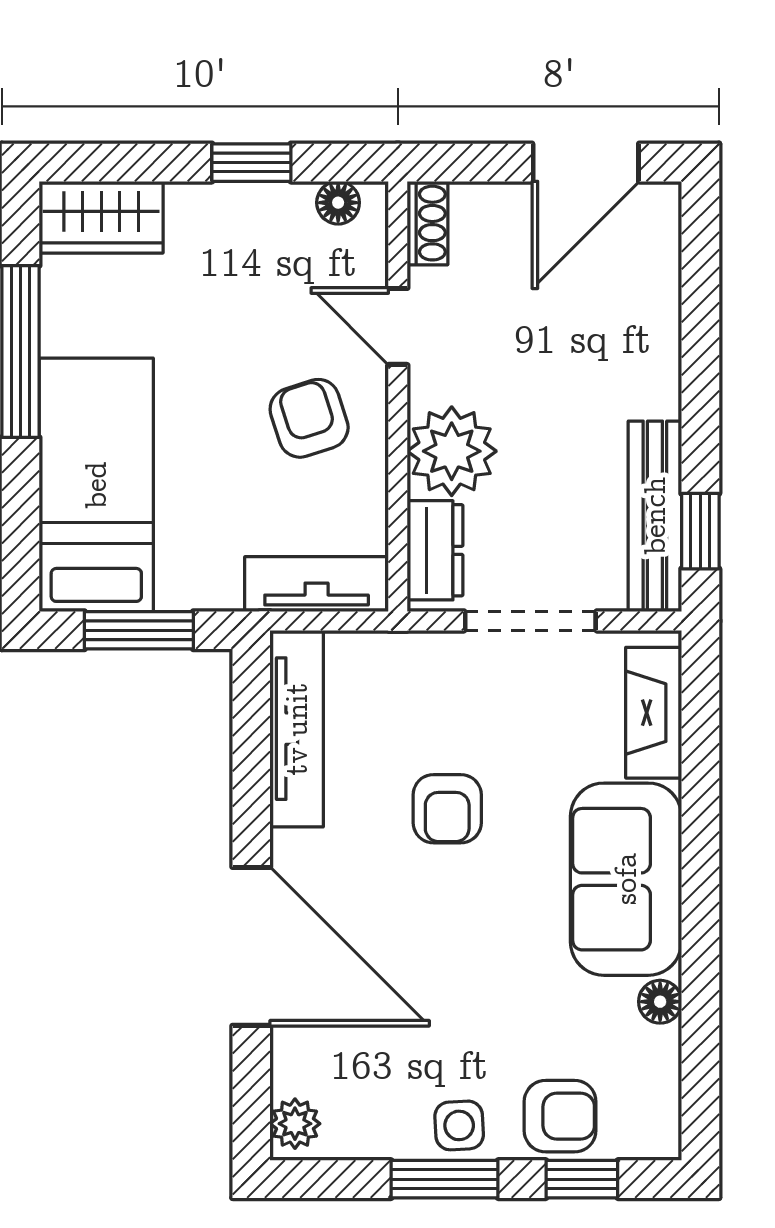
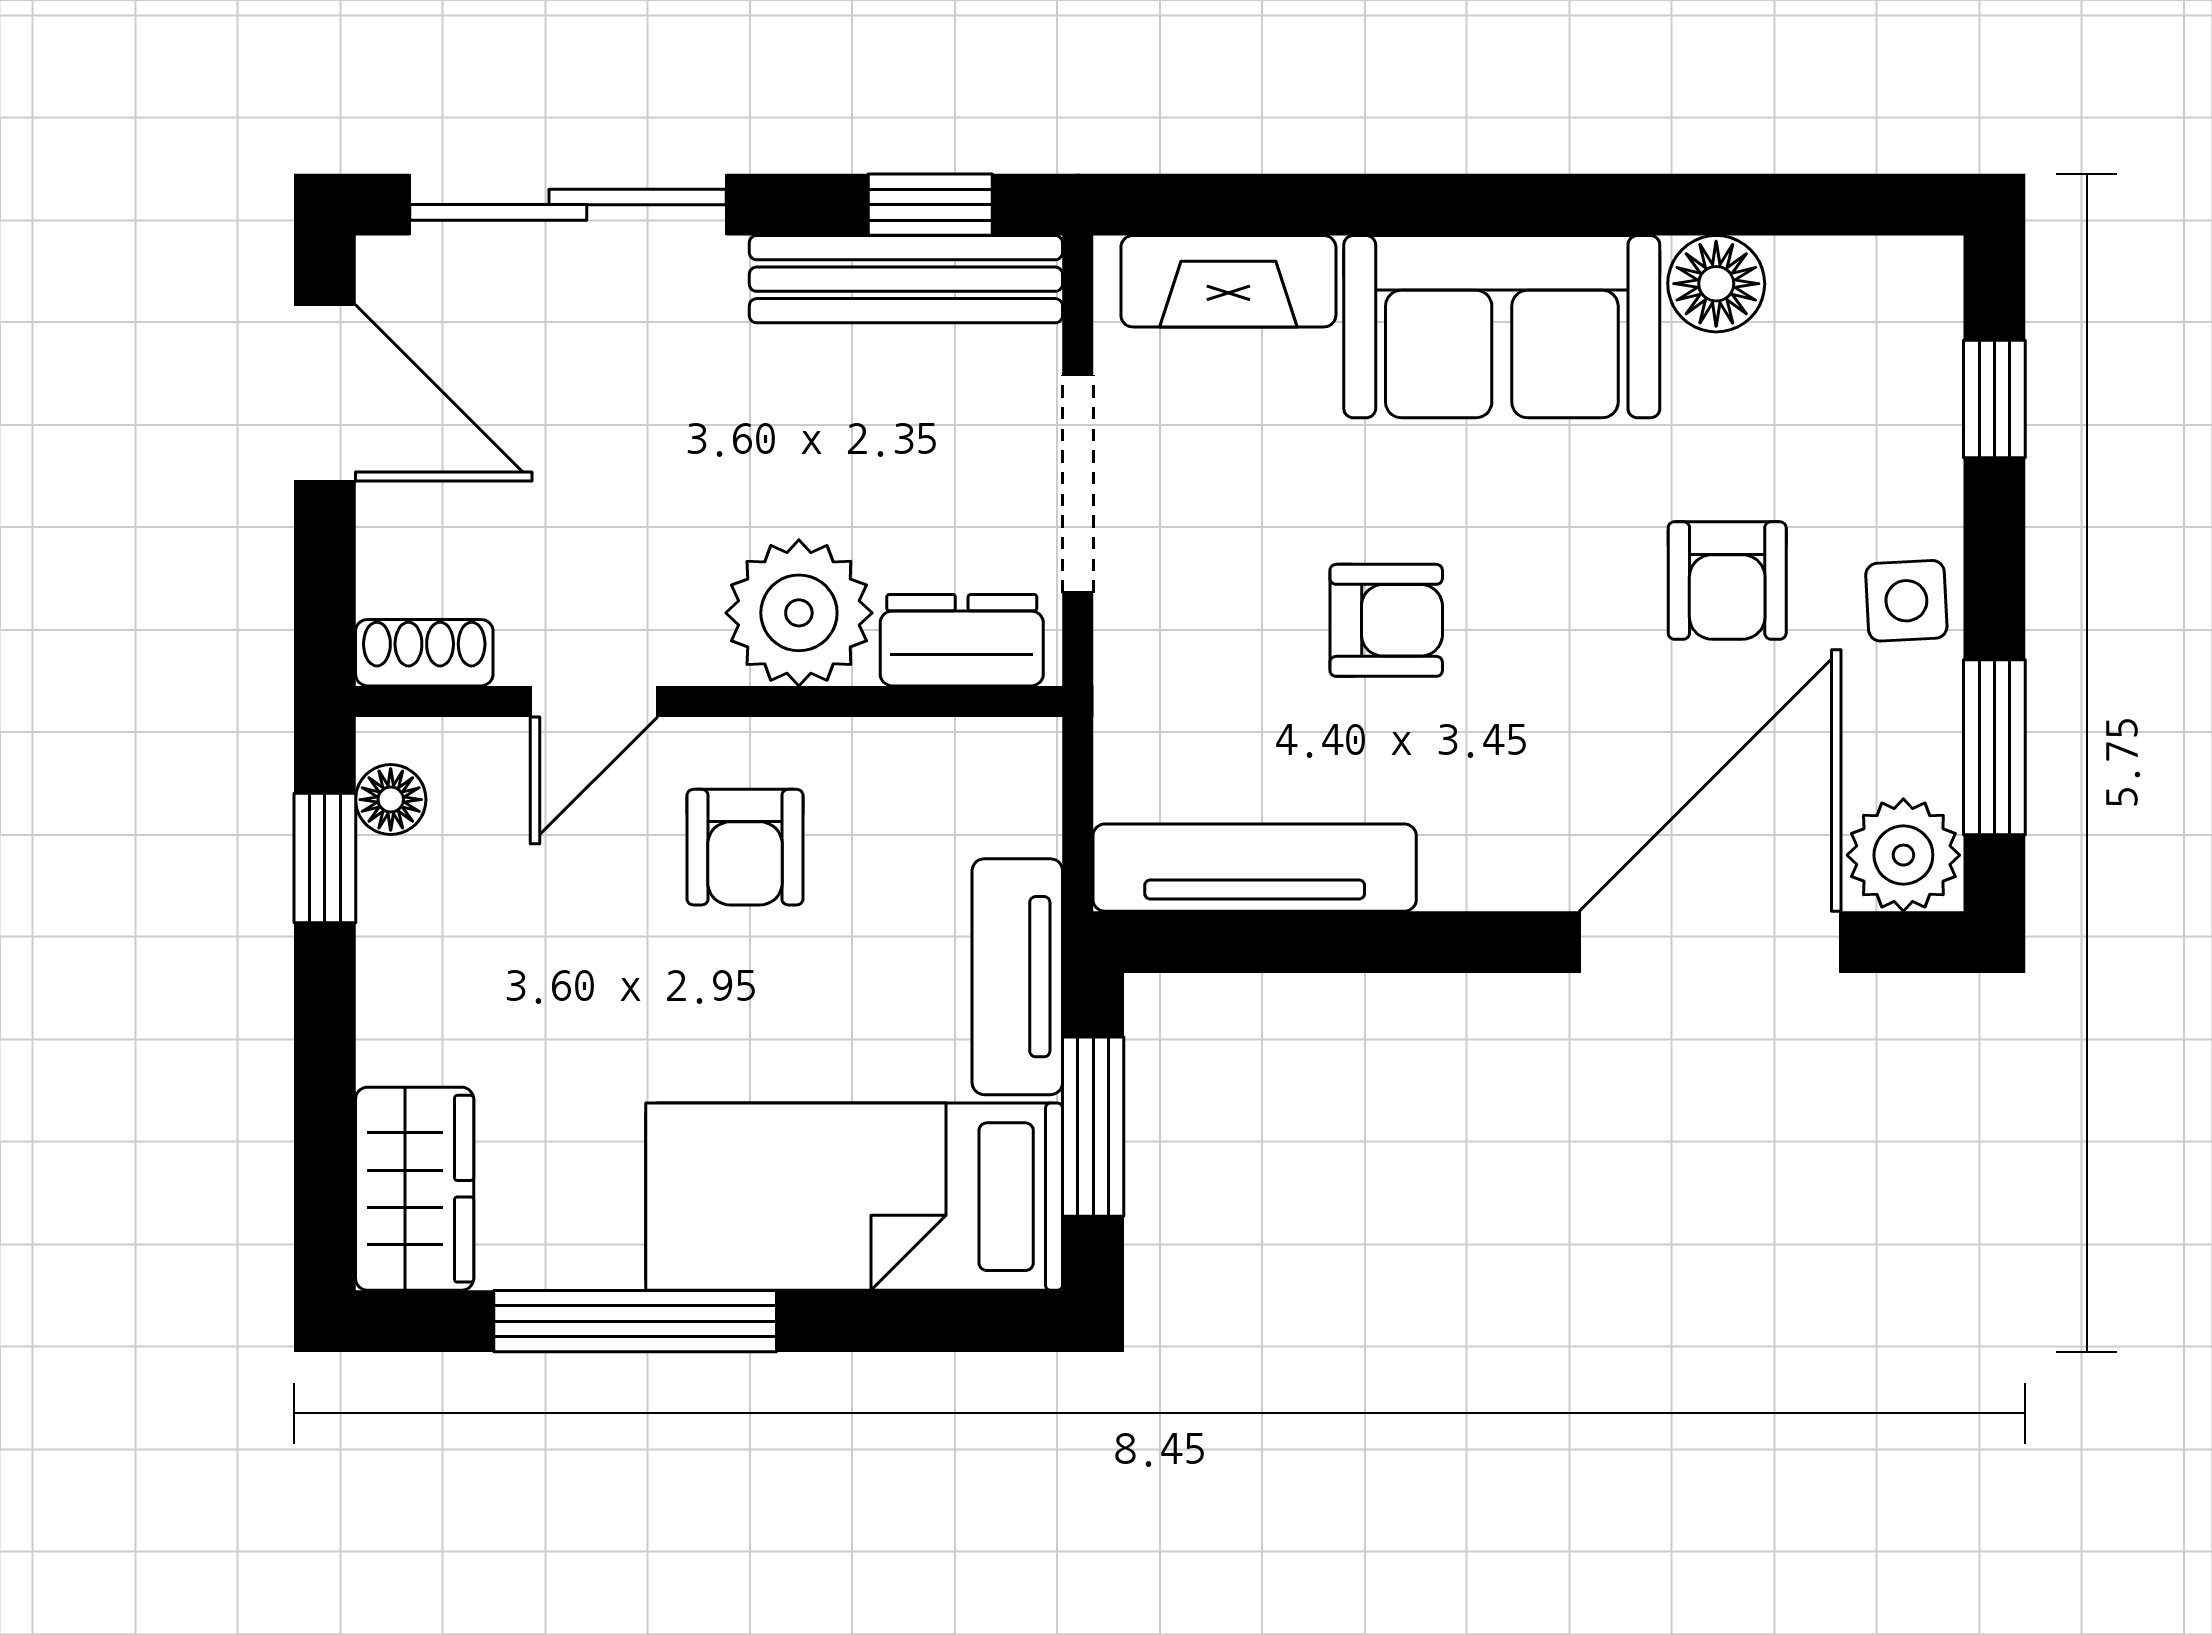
window: (251, 163) -> (325, 858), moved
sliding door: (700, 311) -> (568, 205), added
armchair: (309, 418) -> (745, 847), turned -72
tv unit: (317, 584) -> (1017, 977), moved
door: (251, 946) -> (1710, 942), moved
floor lamp: (660, 1002) -> (1716, 284), width x1.37, depth x1.37
armchair: (560, 1116) -> (1727, 580), moved, turned 180
plant: (295, 1124) -> (1903, 855), width x1.38, depth x1.38
window: (445, 1179) -> (1994, 747), moved

